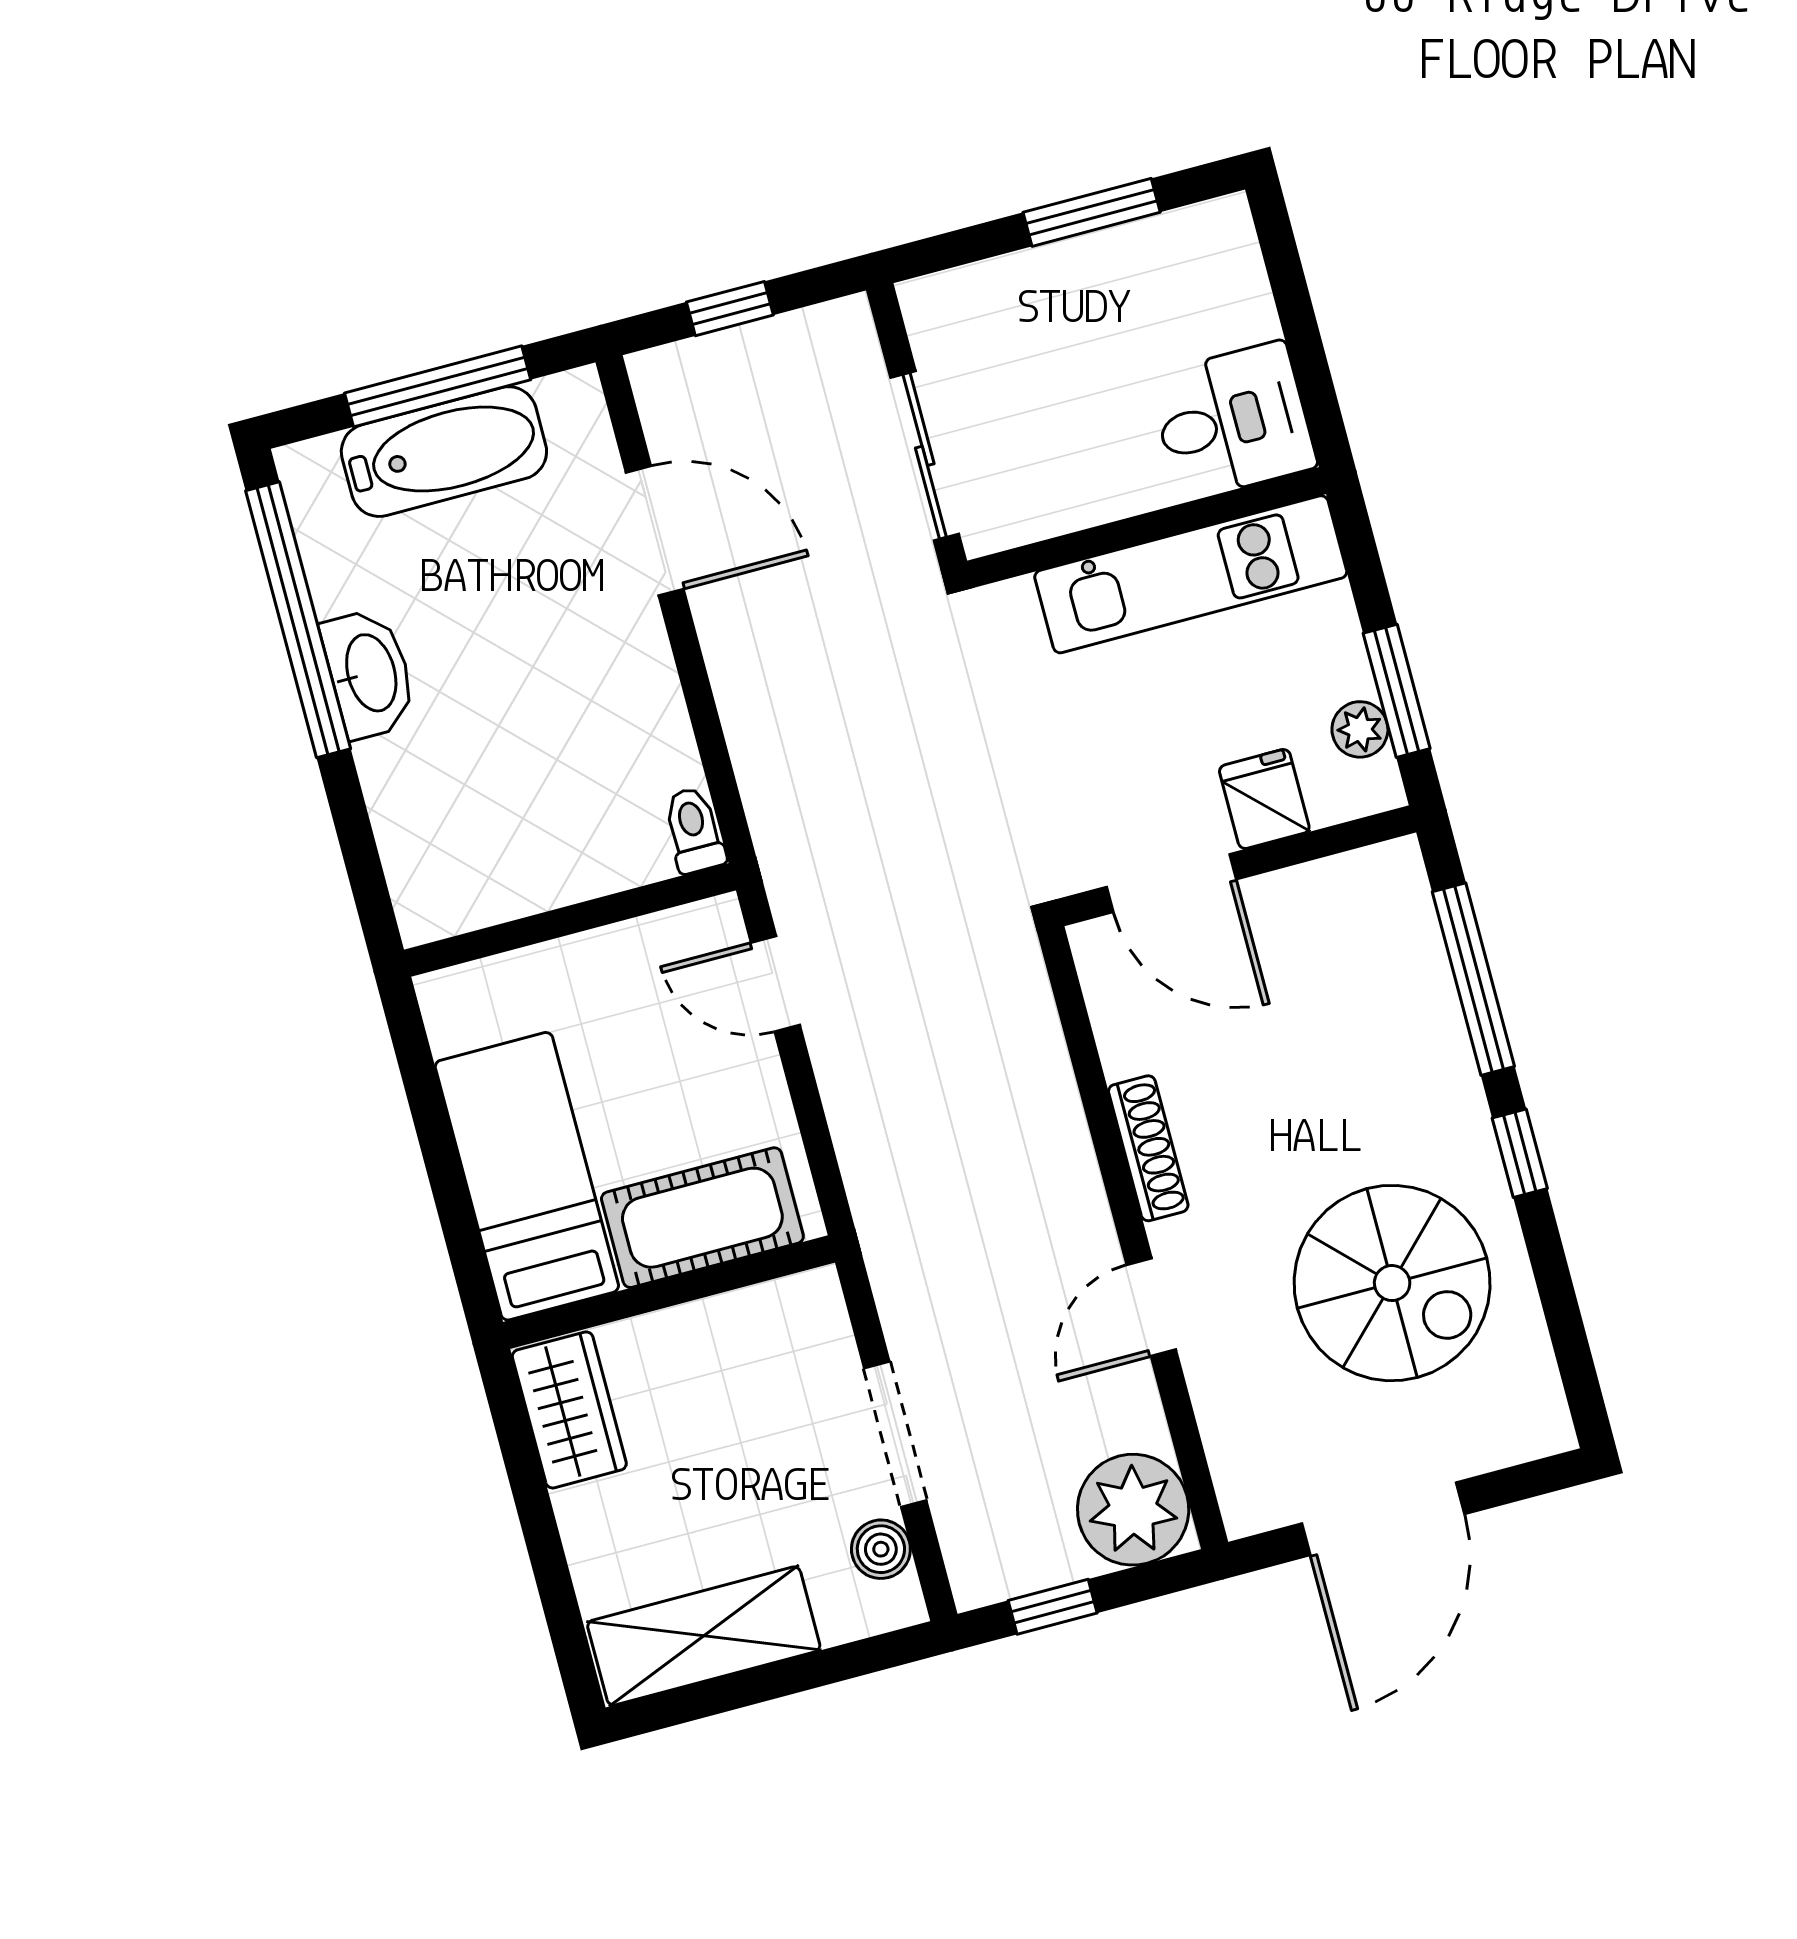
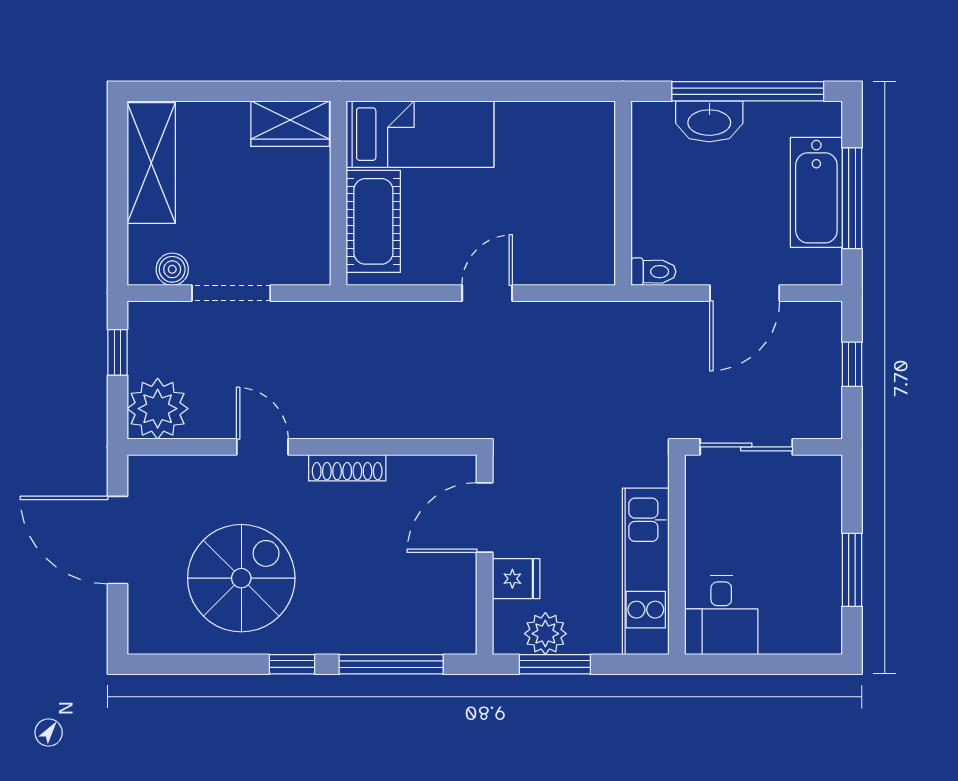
plant: (1360, 729) -> (545, 634), width x1.38, depth x1.38
toilet: (694, 830) -> (653, 272), moved
wall: (570, 920) -> (623, 193), moved
spiral stairs: (1392, 1283) -> (241, 578), turned 180

